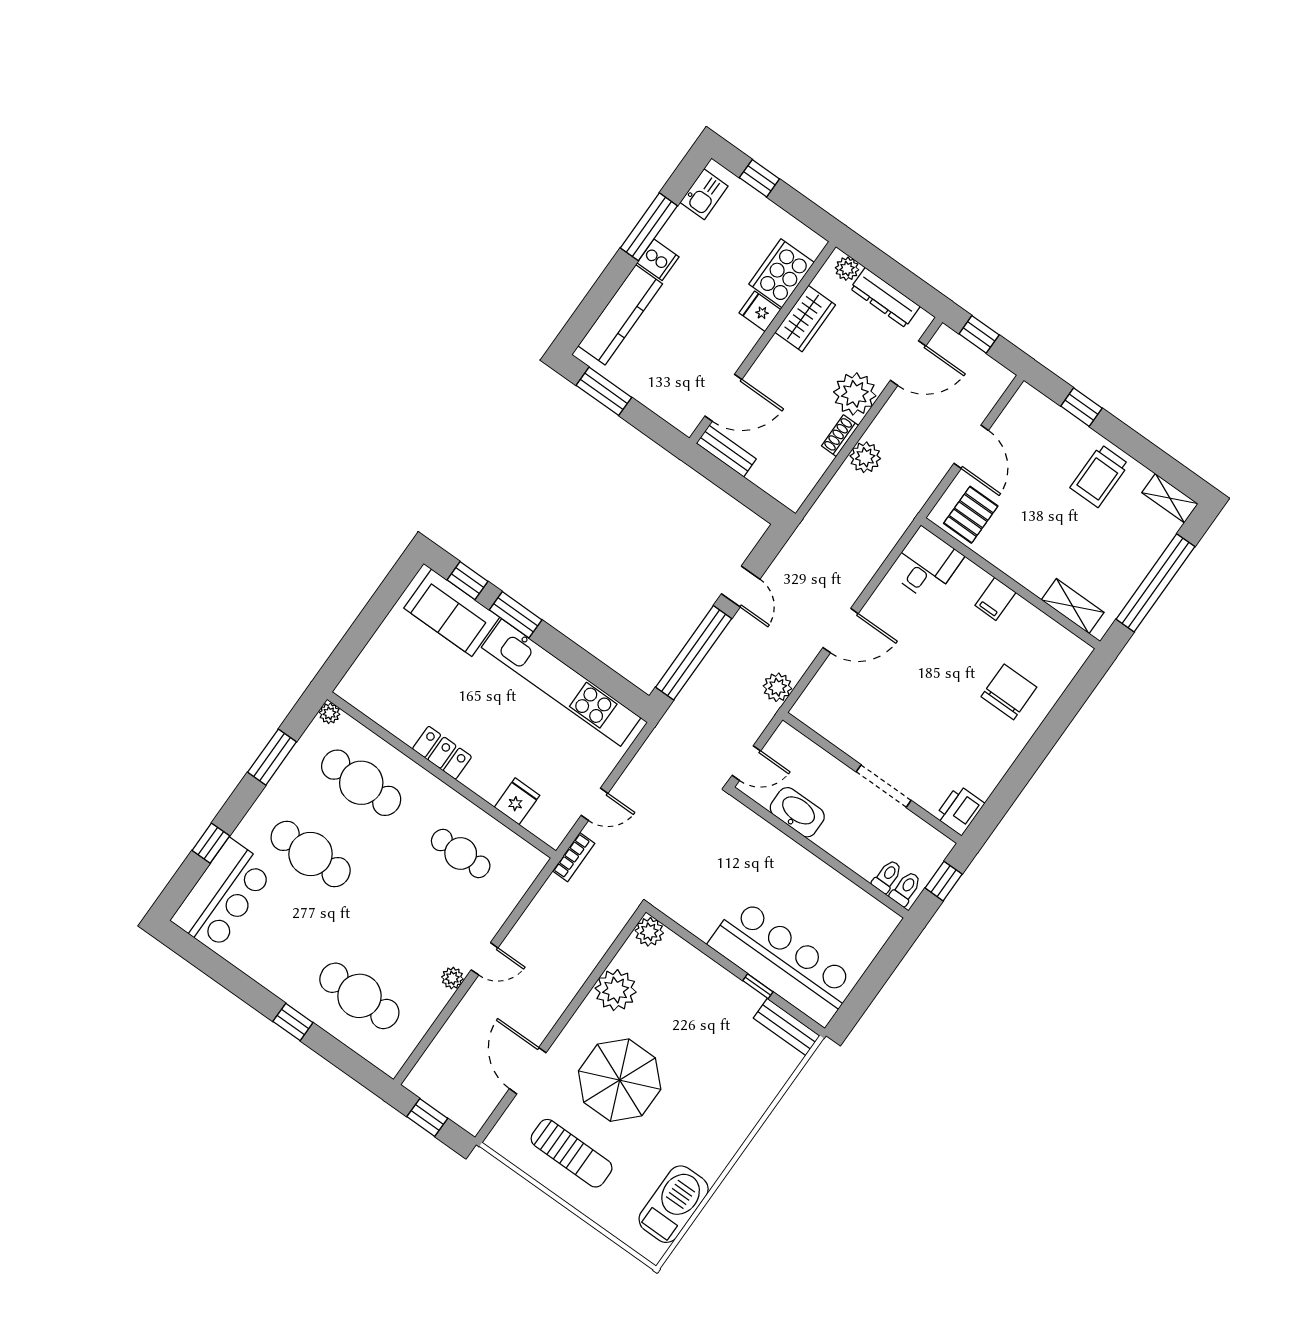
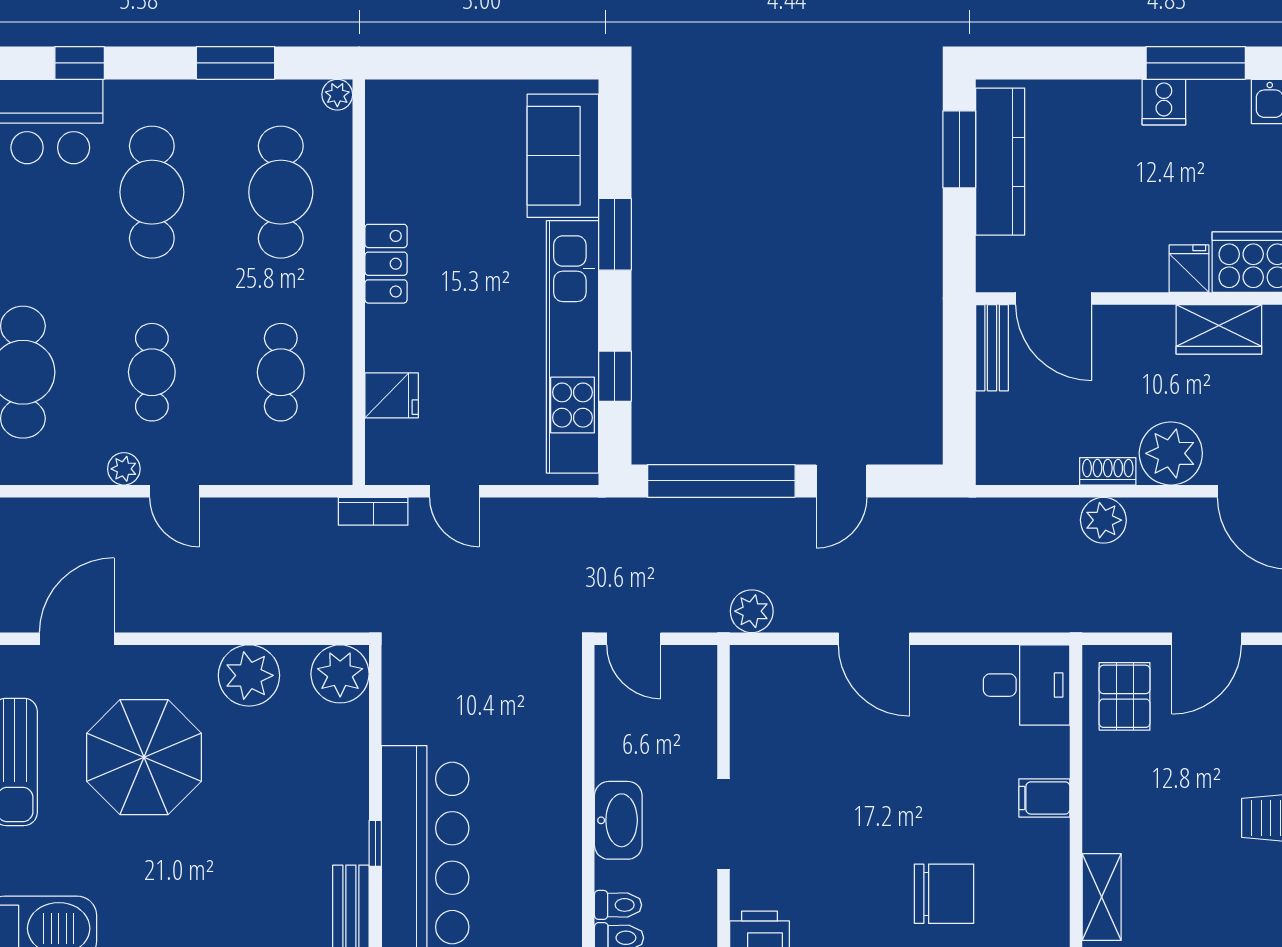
kitchen counter: (620, 315) -> (1000, 162), moved, turned -90
pallet: (971, 515) -> (1125, 696), turned 90
window: (468, 581) -> (615, 376), moved
washbasin: (797, 812) -> (618, 820), moved
cafe table: (410, 925) -> (152, 372), added
plant: (649, 932) -> (340, 674), width x1.36, depth x1.36

